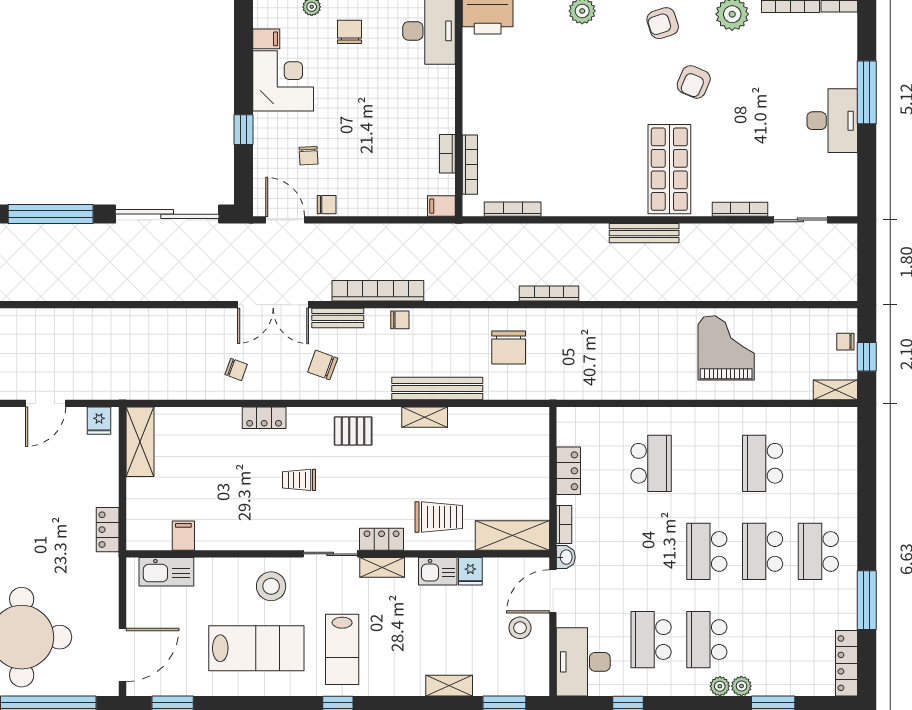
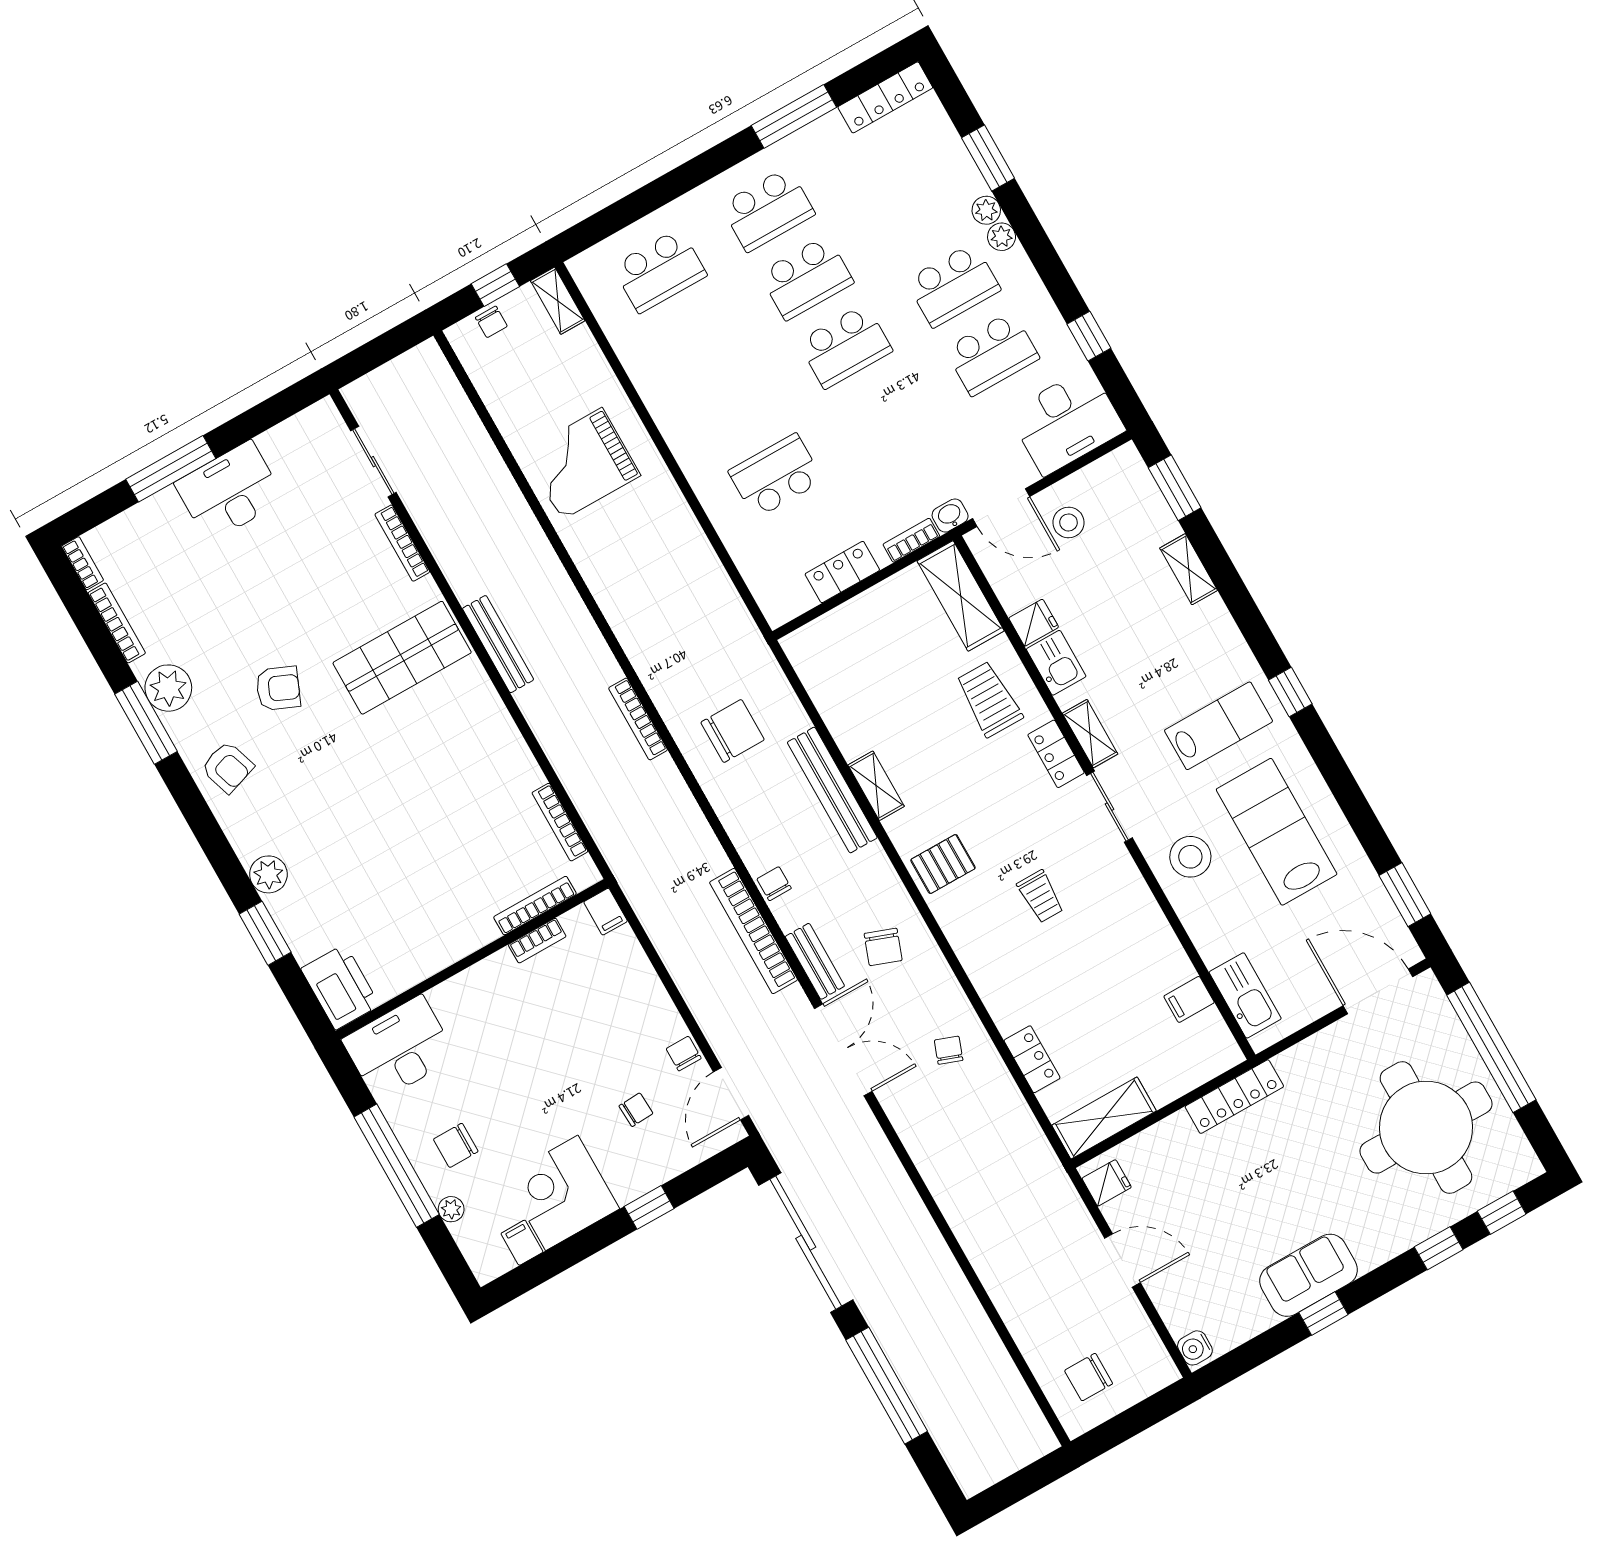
locker: (264, 418) -> (1032, 1059), moved
pallet: (353, 431) -> (943, 864), turned 90
school desk: (763, 463) -> (660, 271), moved
locker: (108, 530) -> (1234, 1097), width x1.53

